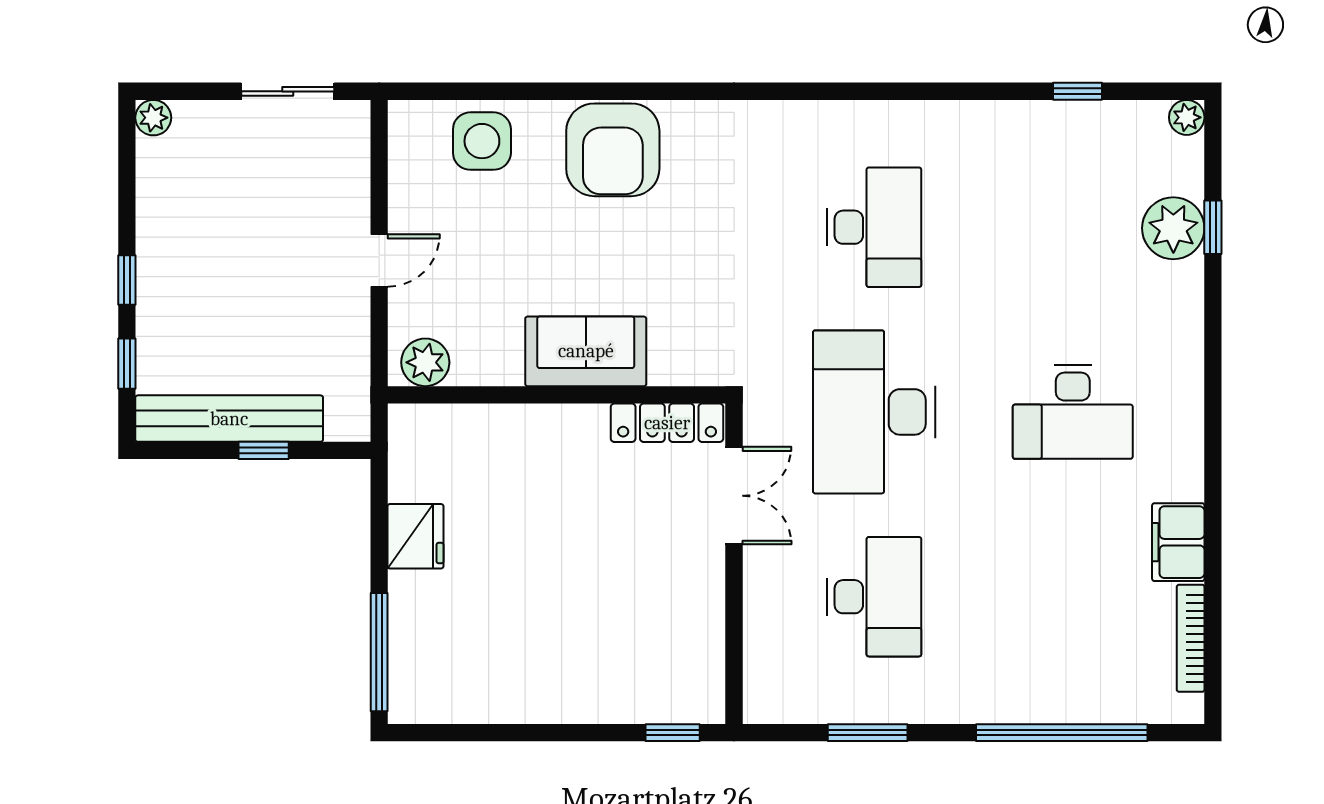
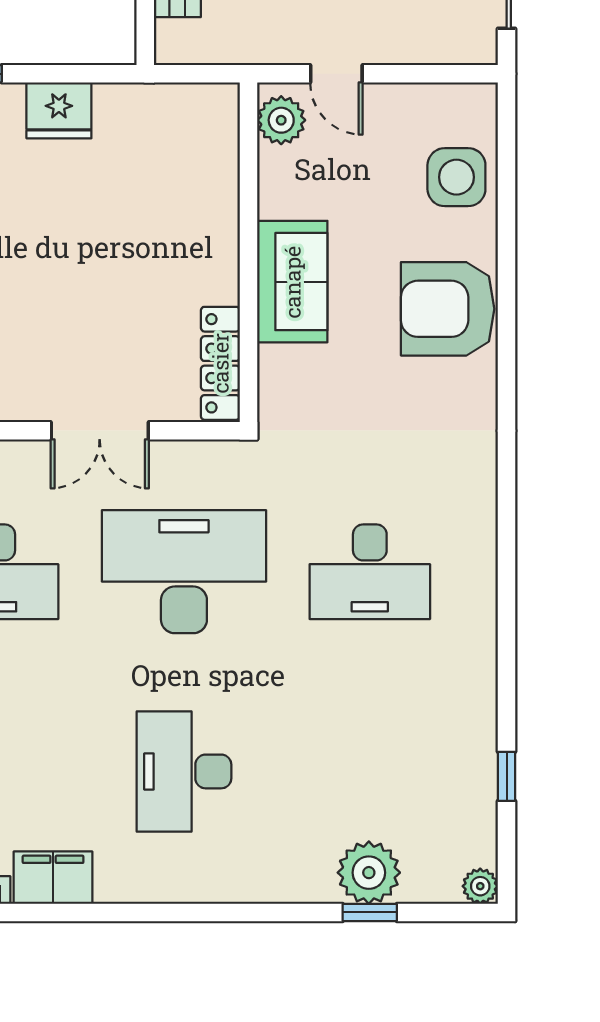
sofa: (586, 351) -> (292, 282), moved
plant: (425, 362) -> (281, 120), moved
wall: (557, 395) -> (248, 252), moved
locker: (667, 423) -> (220, 363), moved

